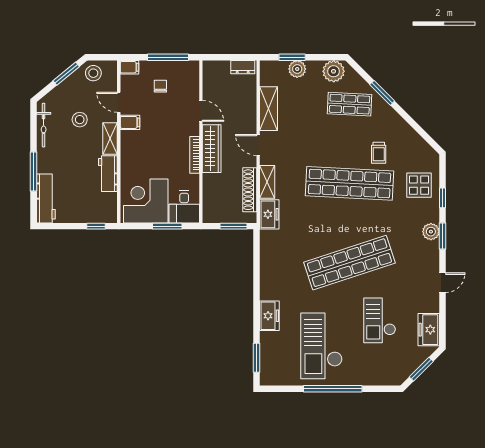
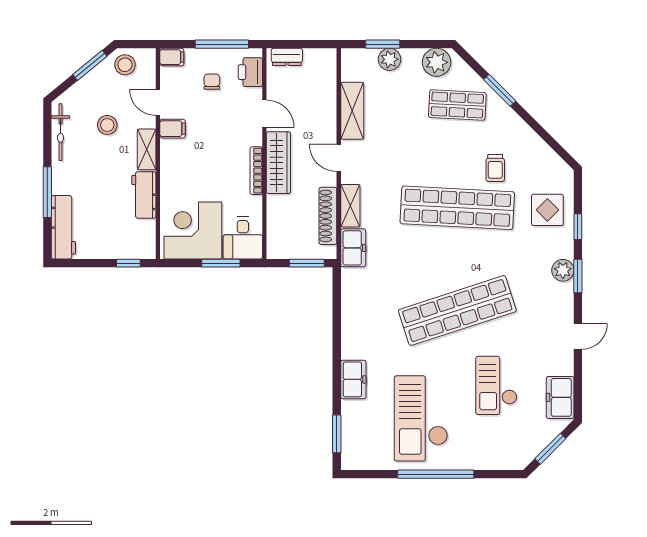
dresser: (243, 67) -> (287, 57), moved
printer: (190, 79) -> (250, 72), added

